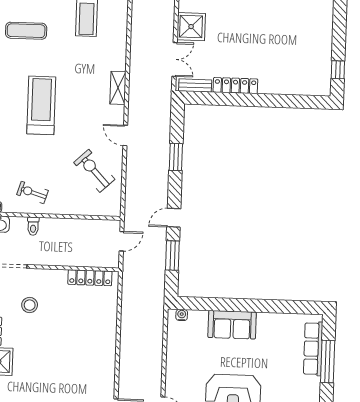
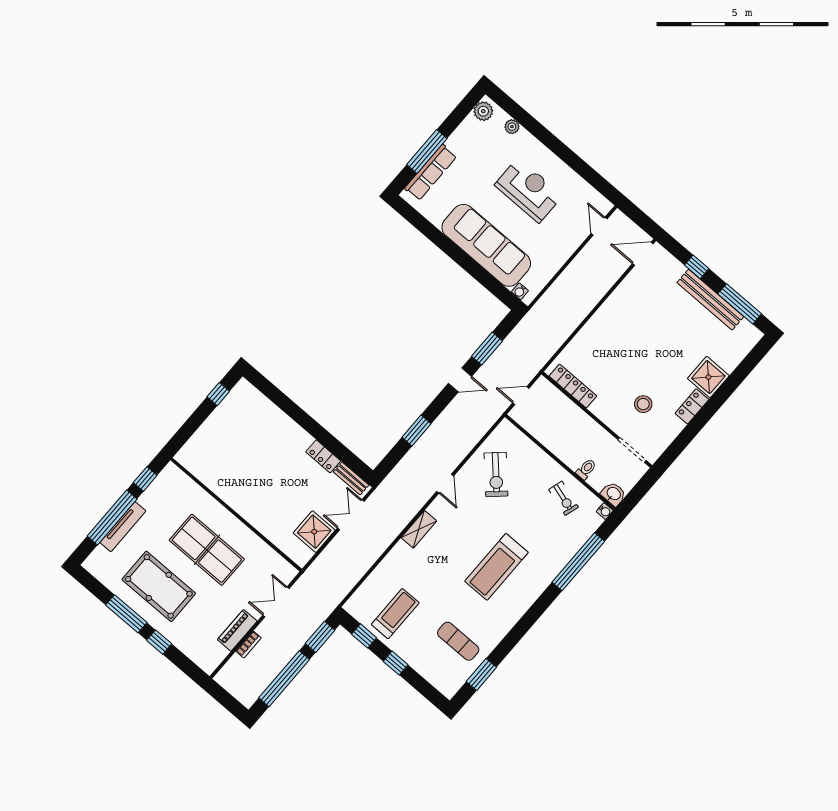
locker: (235, 86) -> (323, 456), width x0.66
sofa: (232, 325) -> (486, 245), width x1.85, depth x1.27

